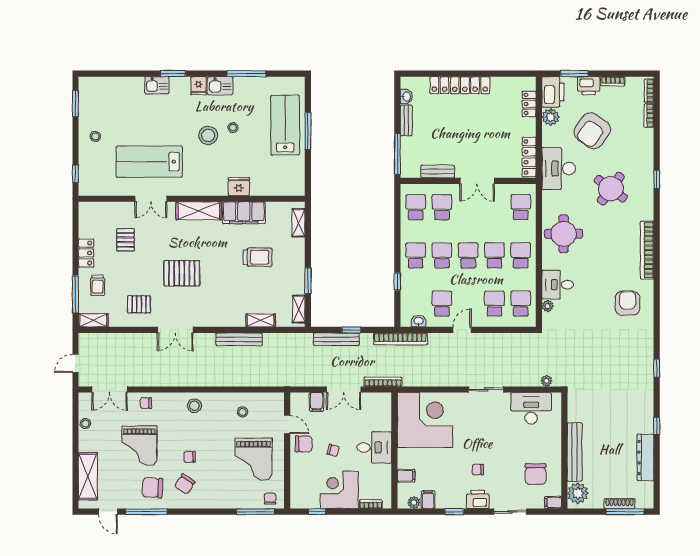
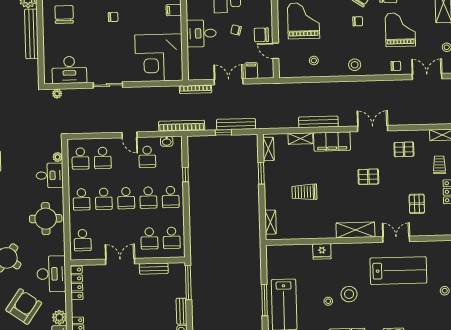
filing cabinet: (244, 213) -> (332, 142), moved, turned 180
pallet: (182, 273) -> (368, 177), width x0.67, depth x0.71
door: (462, 330) -> (129, 135), hinge flipped

